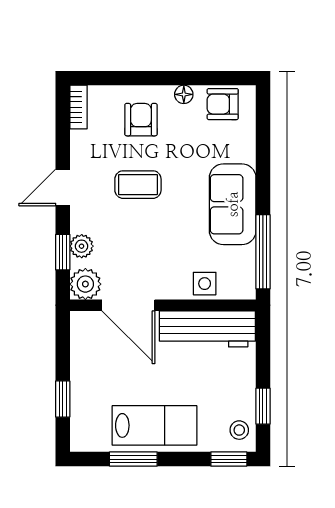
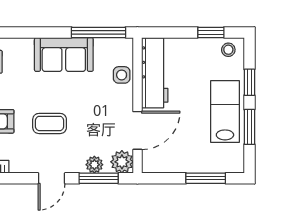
coffee table: (138, 185) -> (50, 123), turned 90
door: (63, 187) -> (52, 178), hinge flipped
window: (63, 252) -> (99, 178), width x1.50
window: (63, 399) -> (206, 178), width x1.50
window: (229, 459) -> (249, 82), moved

